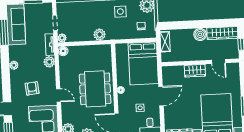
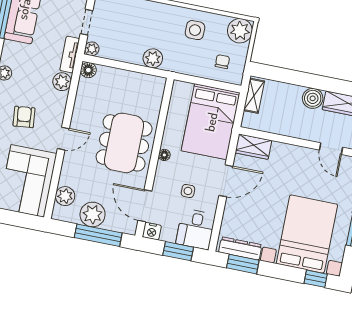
wardrobe: (195, 71) -> (253, 147), moved
door: (59, 95) -> (63, 139), hinge flipped

